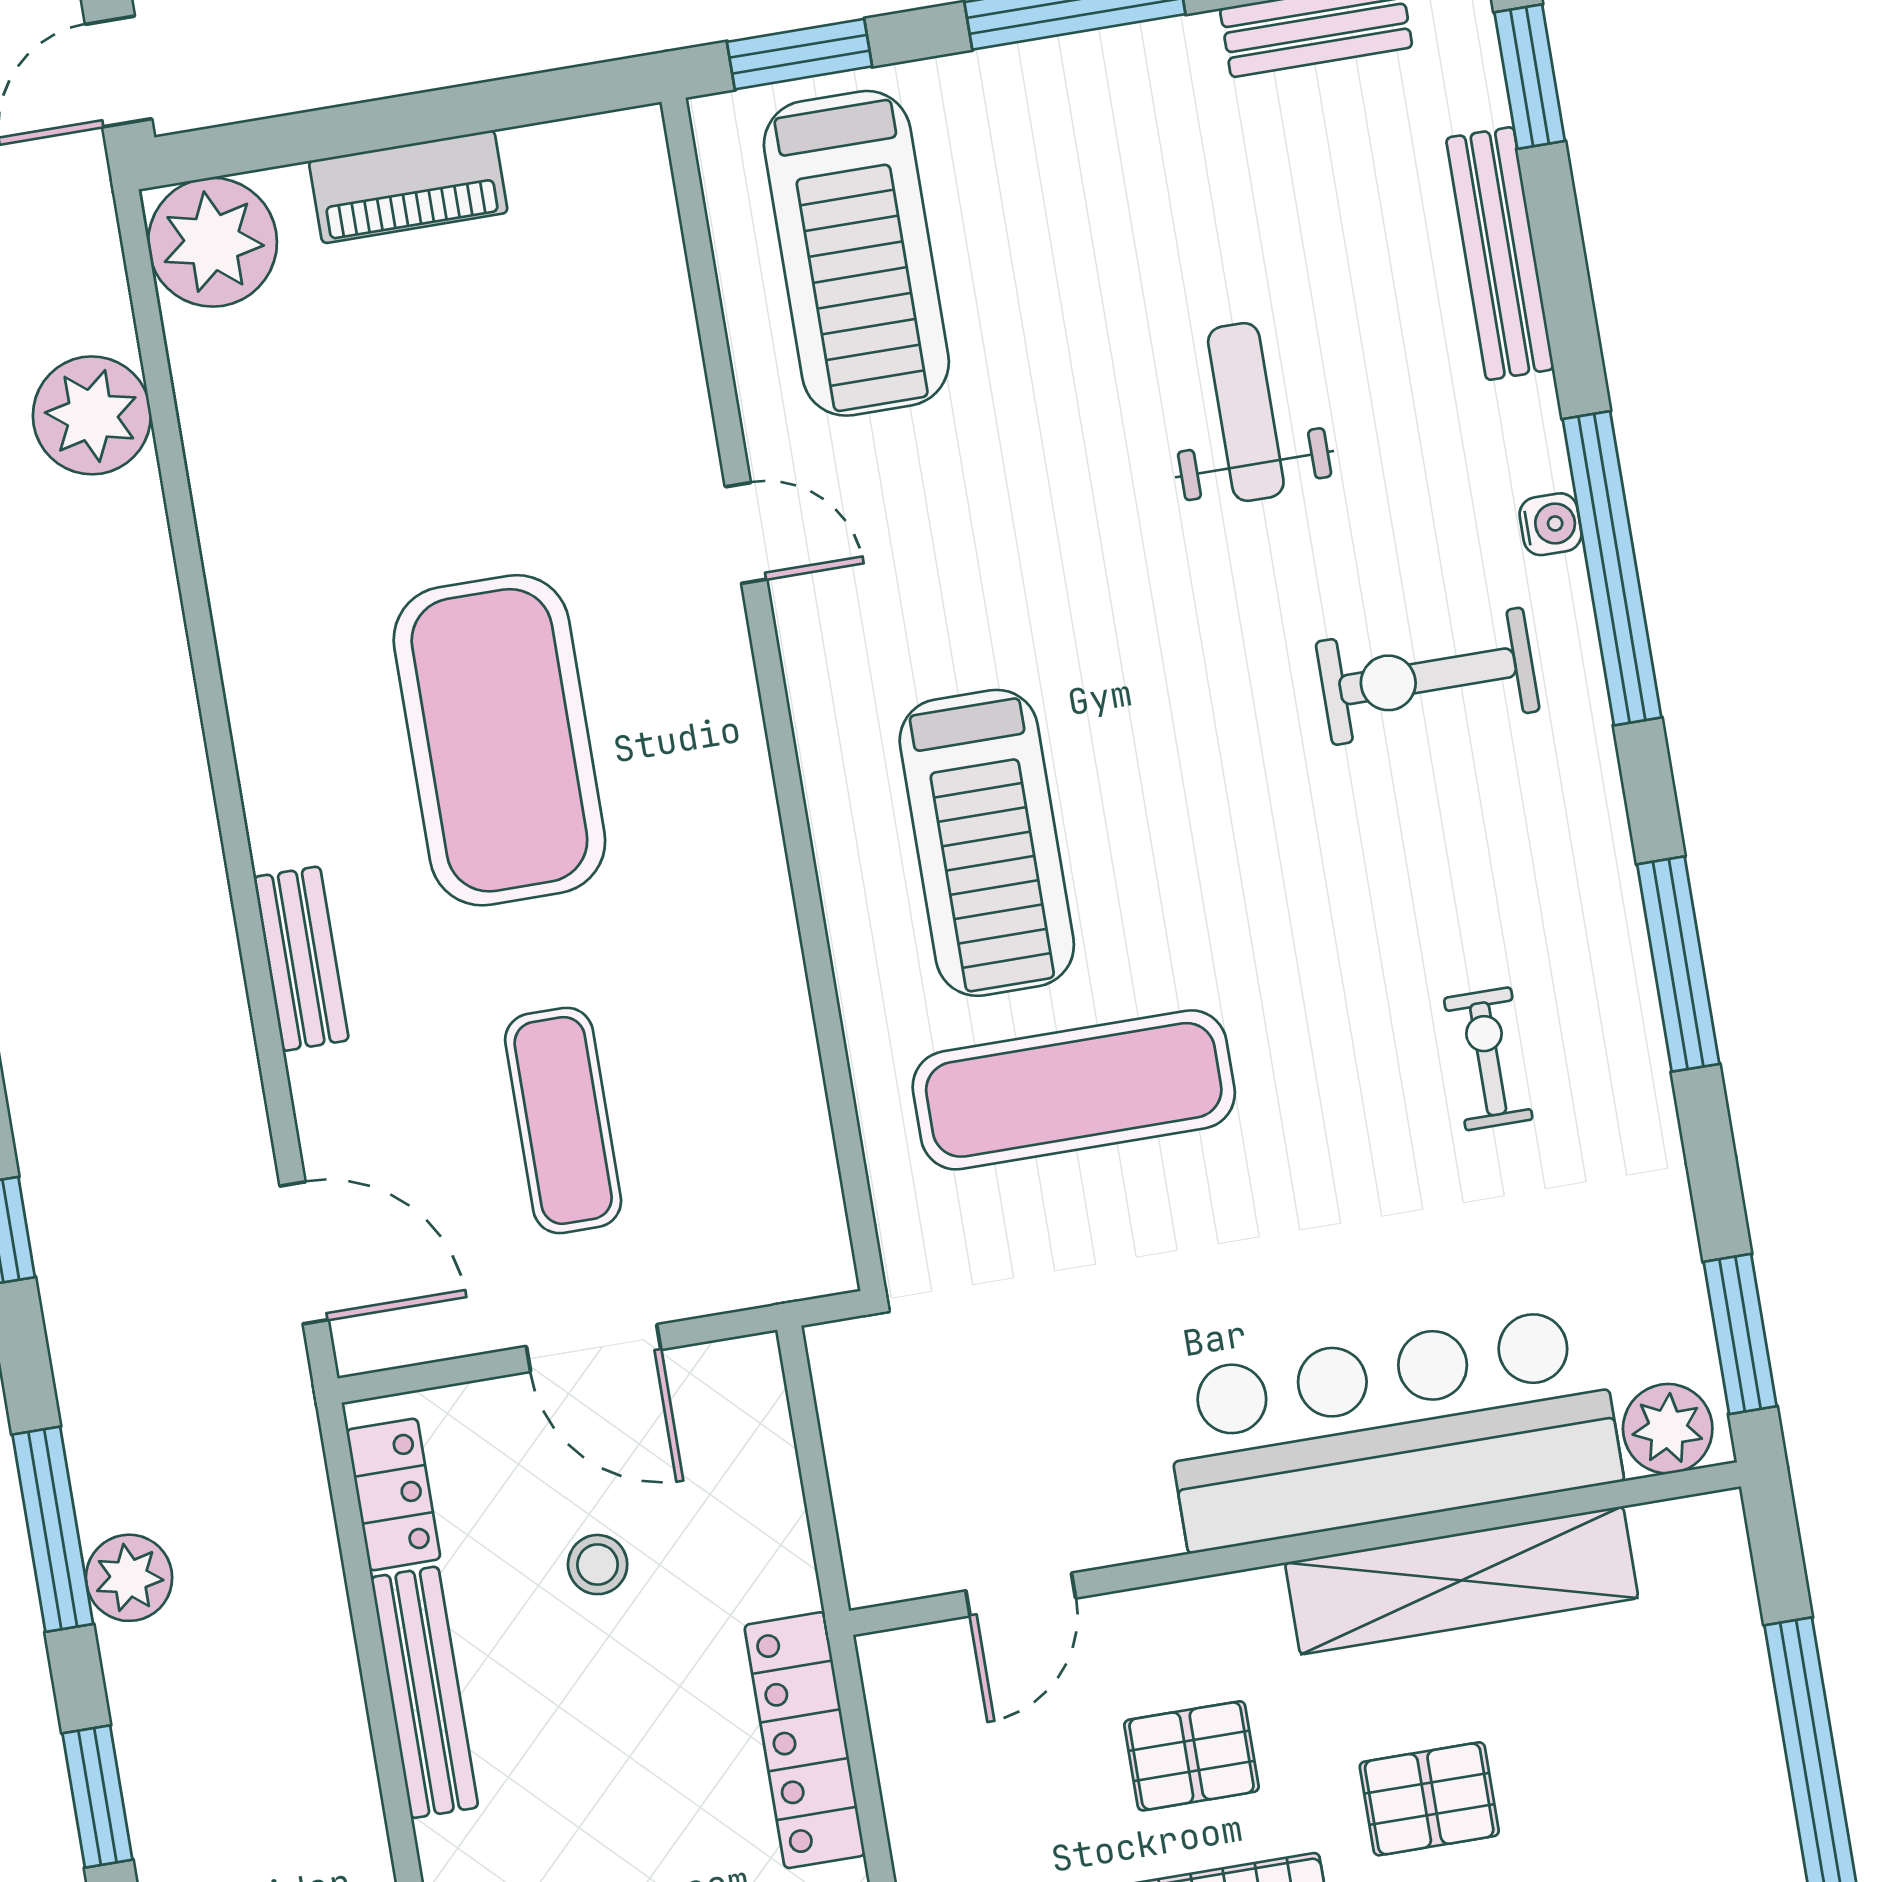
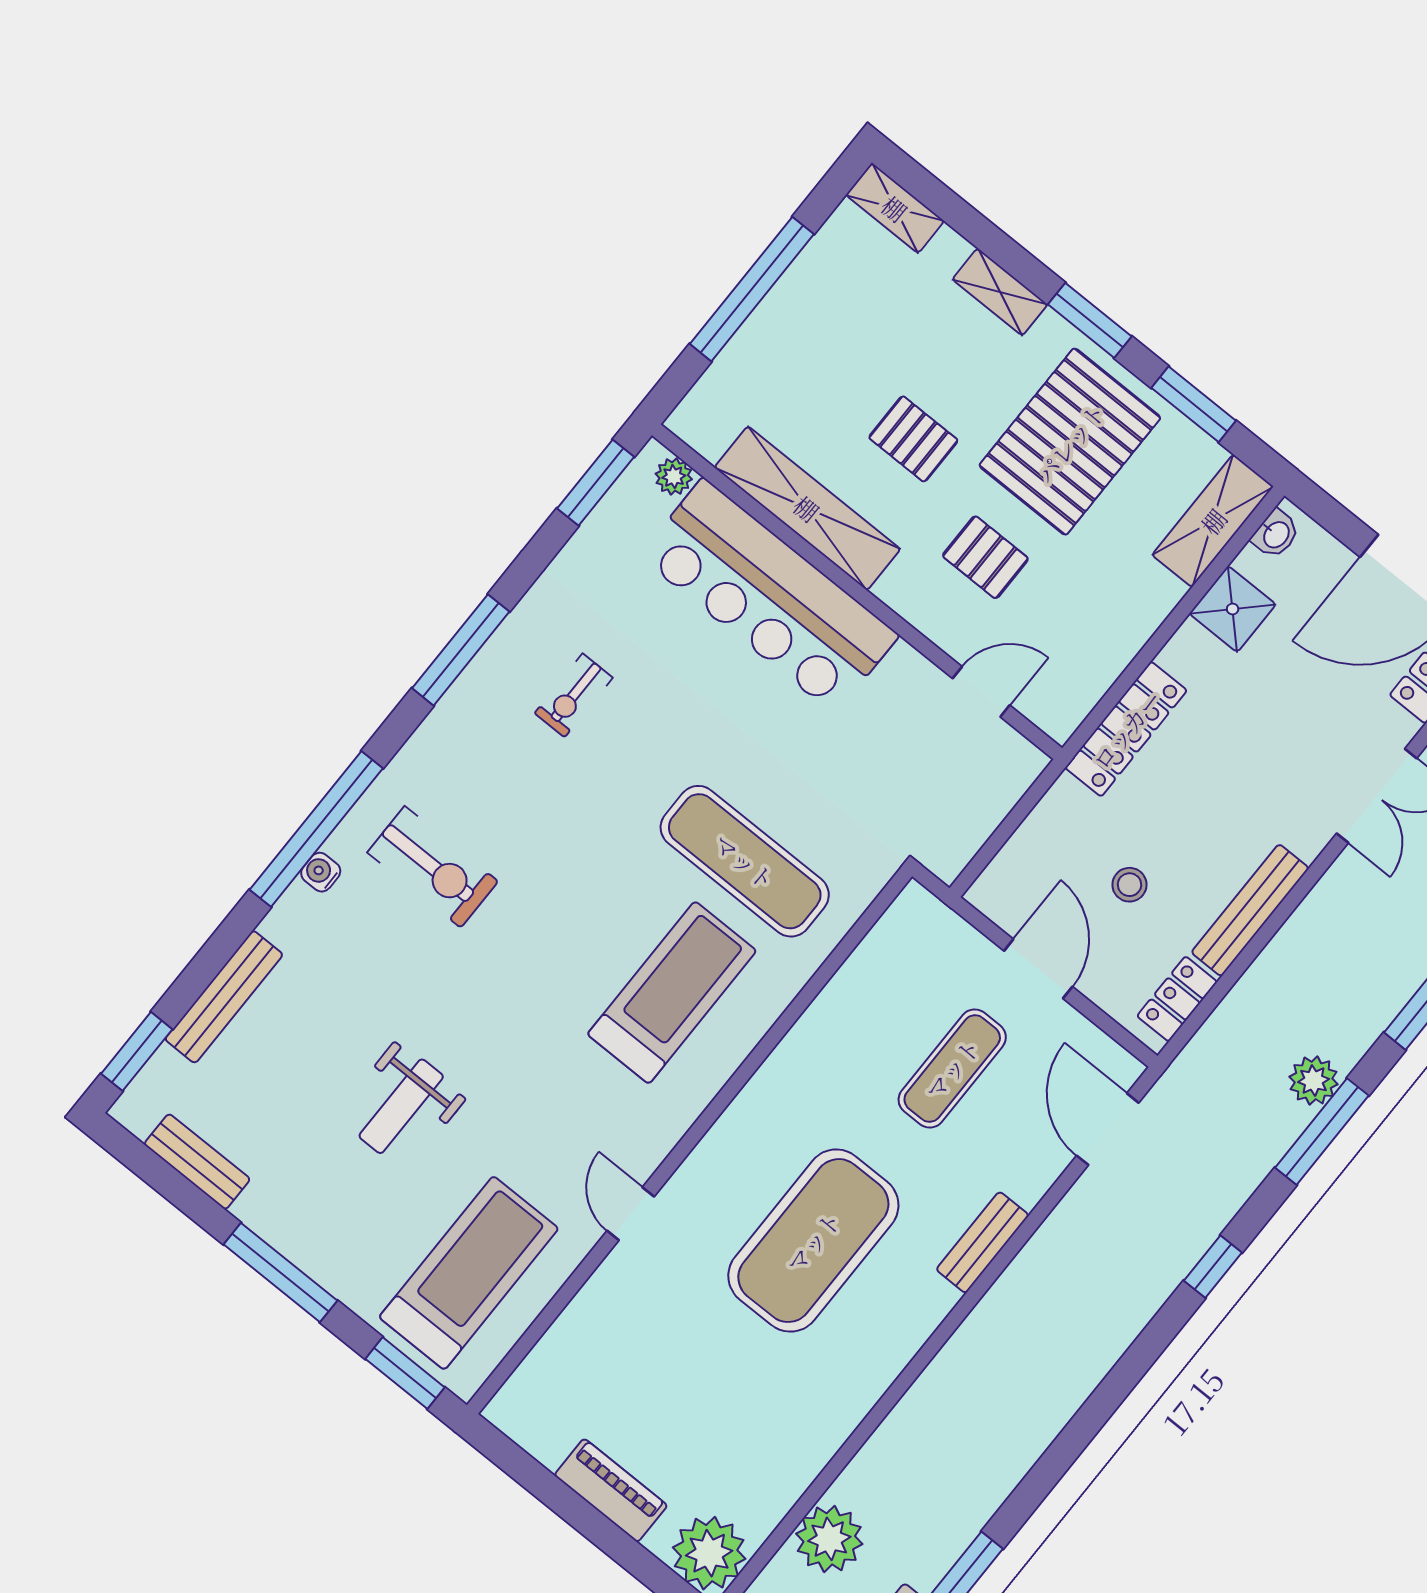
weight bench: (1246, 412) -> (401, 1106), moved
plant: (1668, 1429) -> (674, 477), width x0.73, depth x0.73

